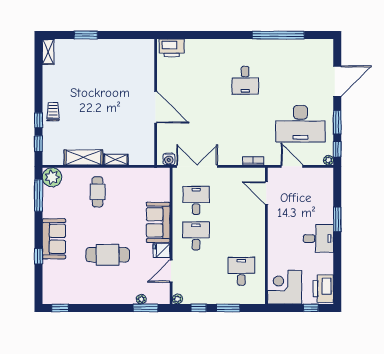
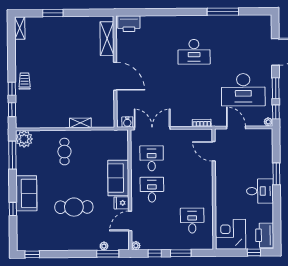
window: (278, 35) -> (223, 12), width x0.68
desk: (245, 80) -> (194, 52), width x1.37
shelving: (83, 157) -> (107, 39), moved, turned 90

